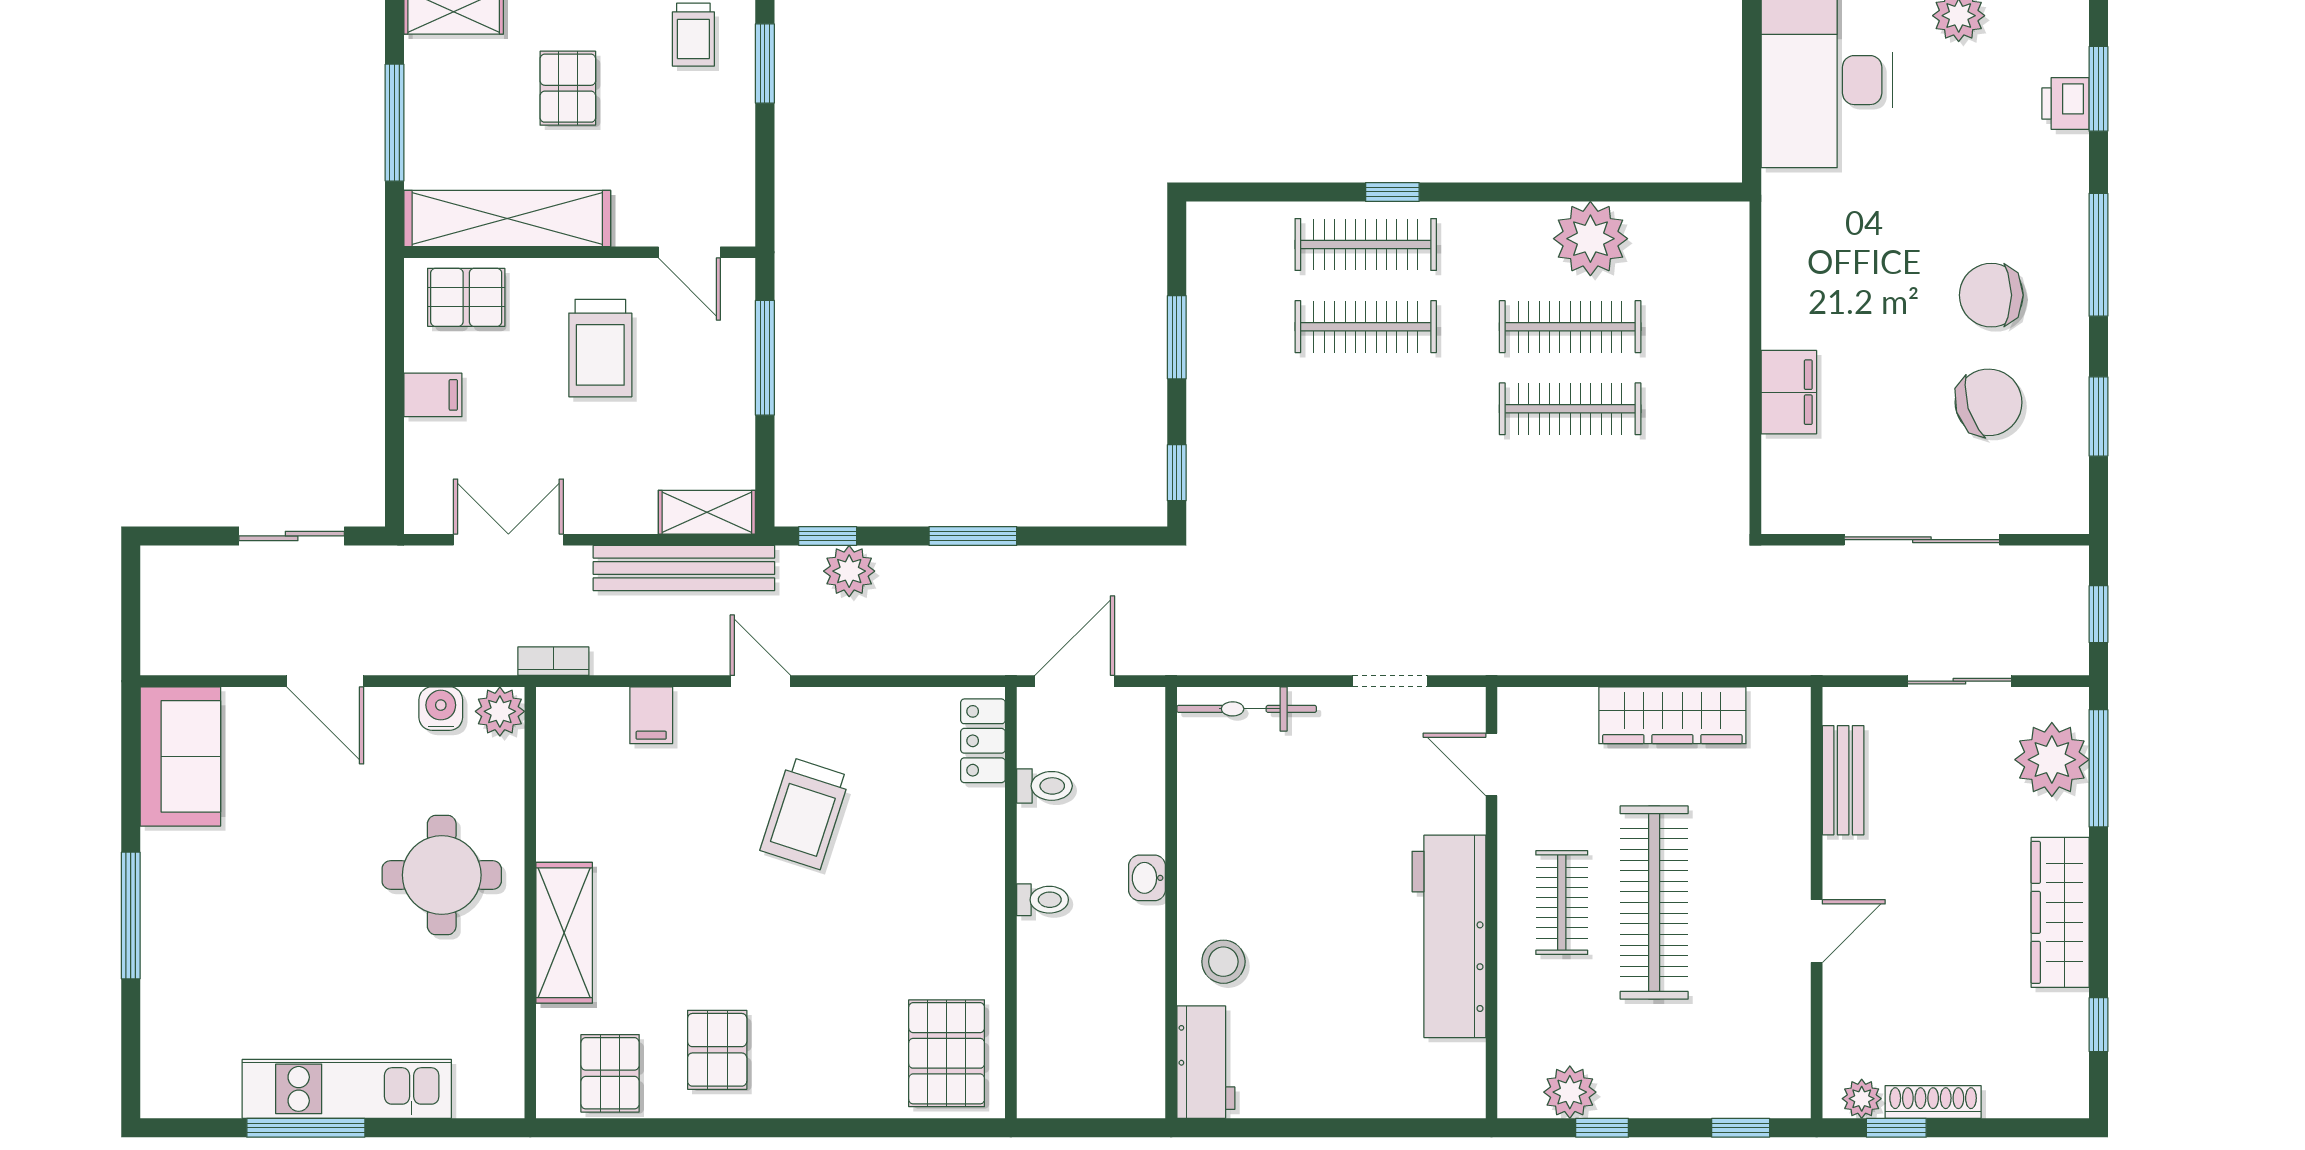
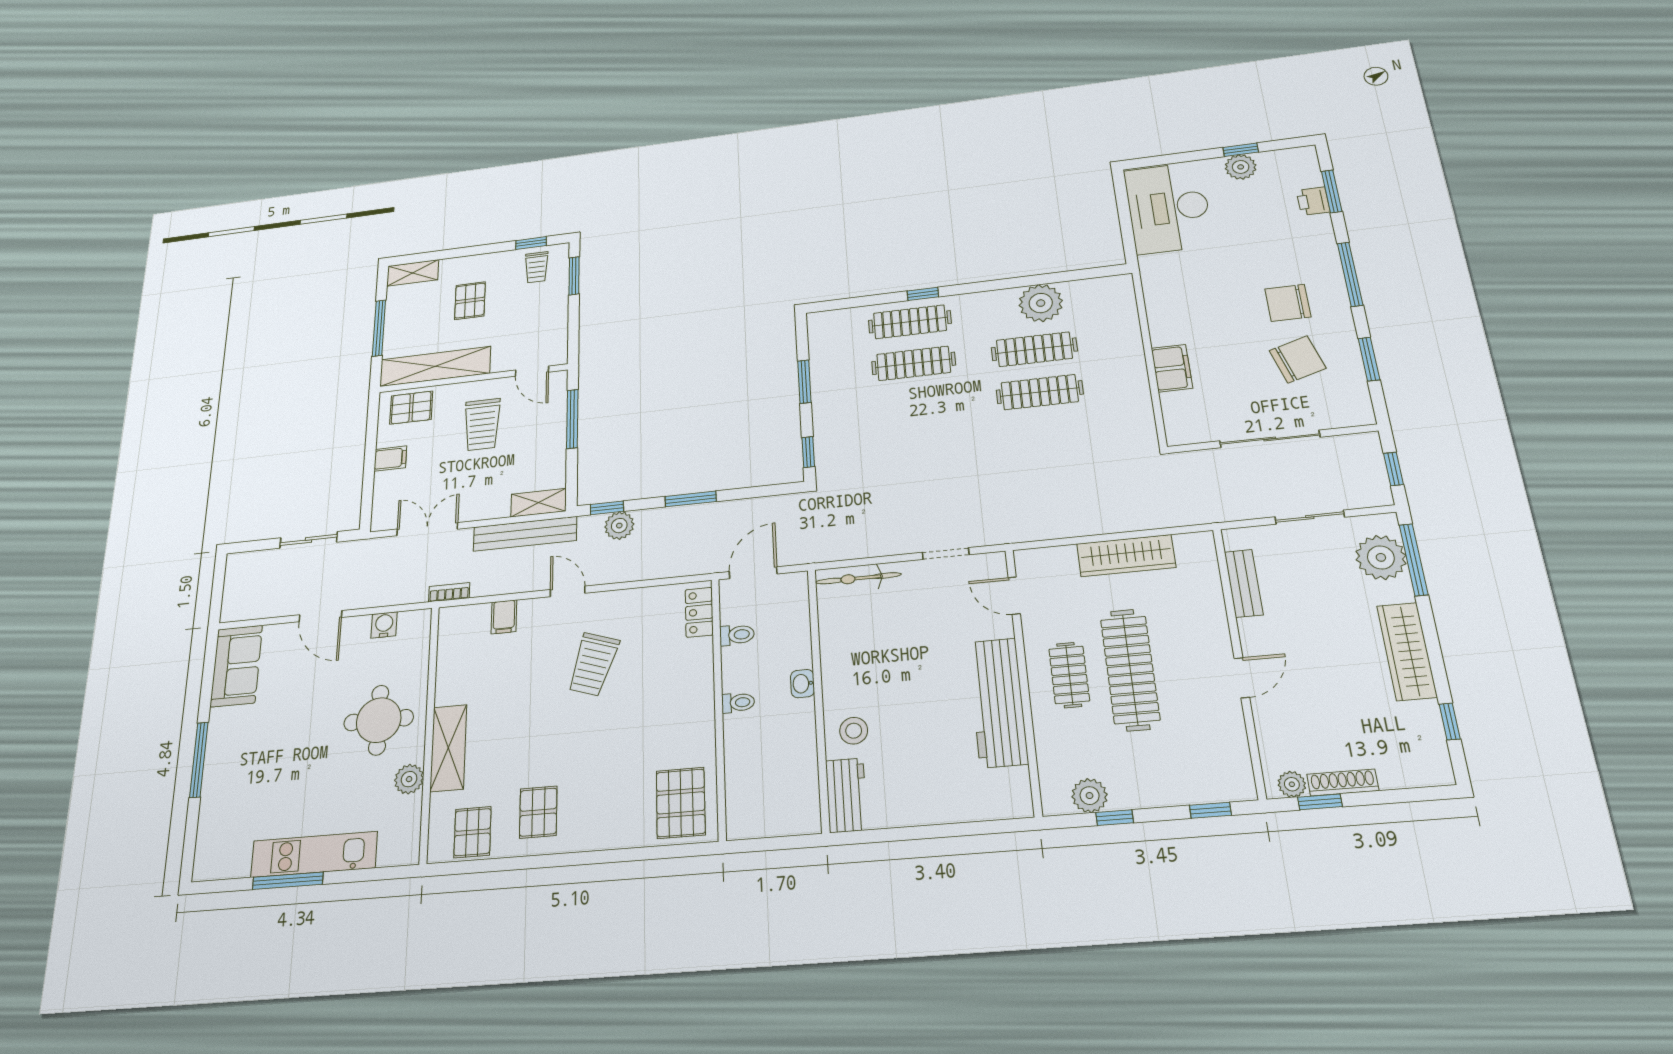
plant: (500, 711) -> (409, 779), moved

